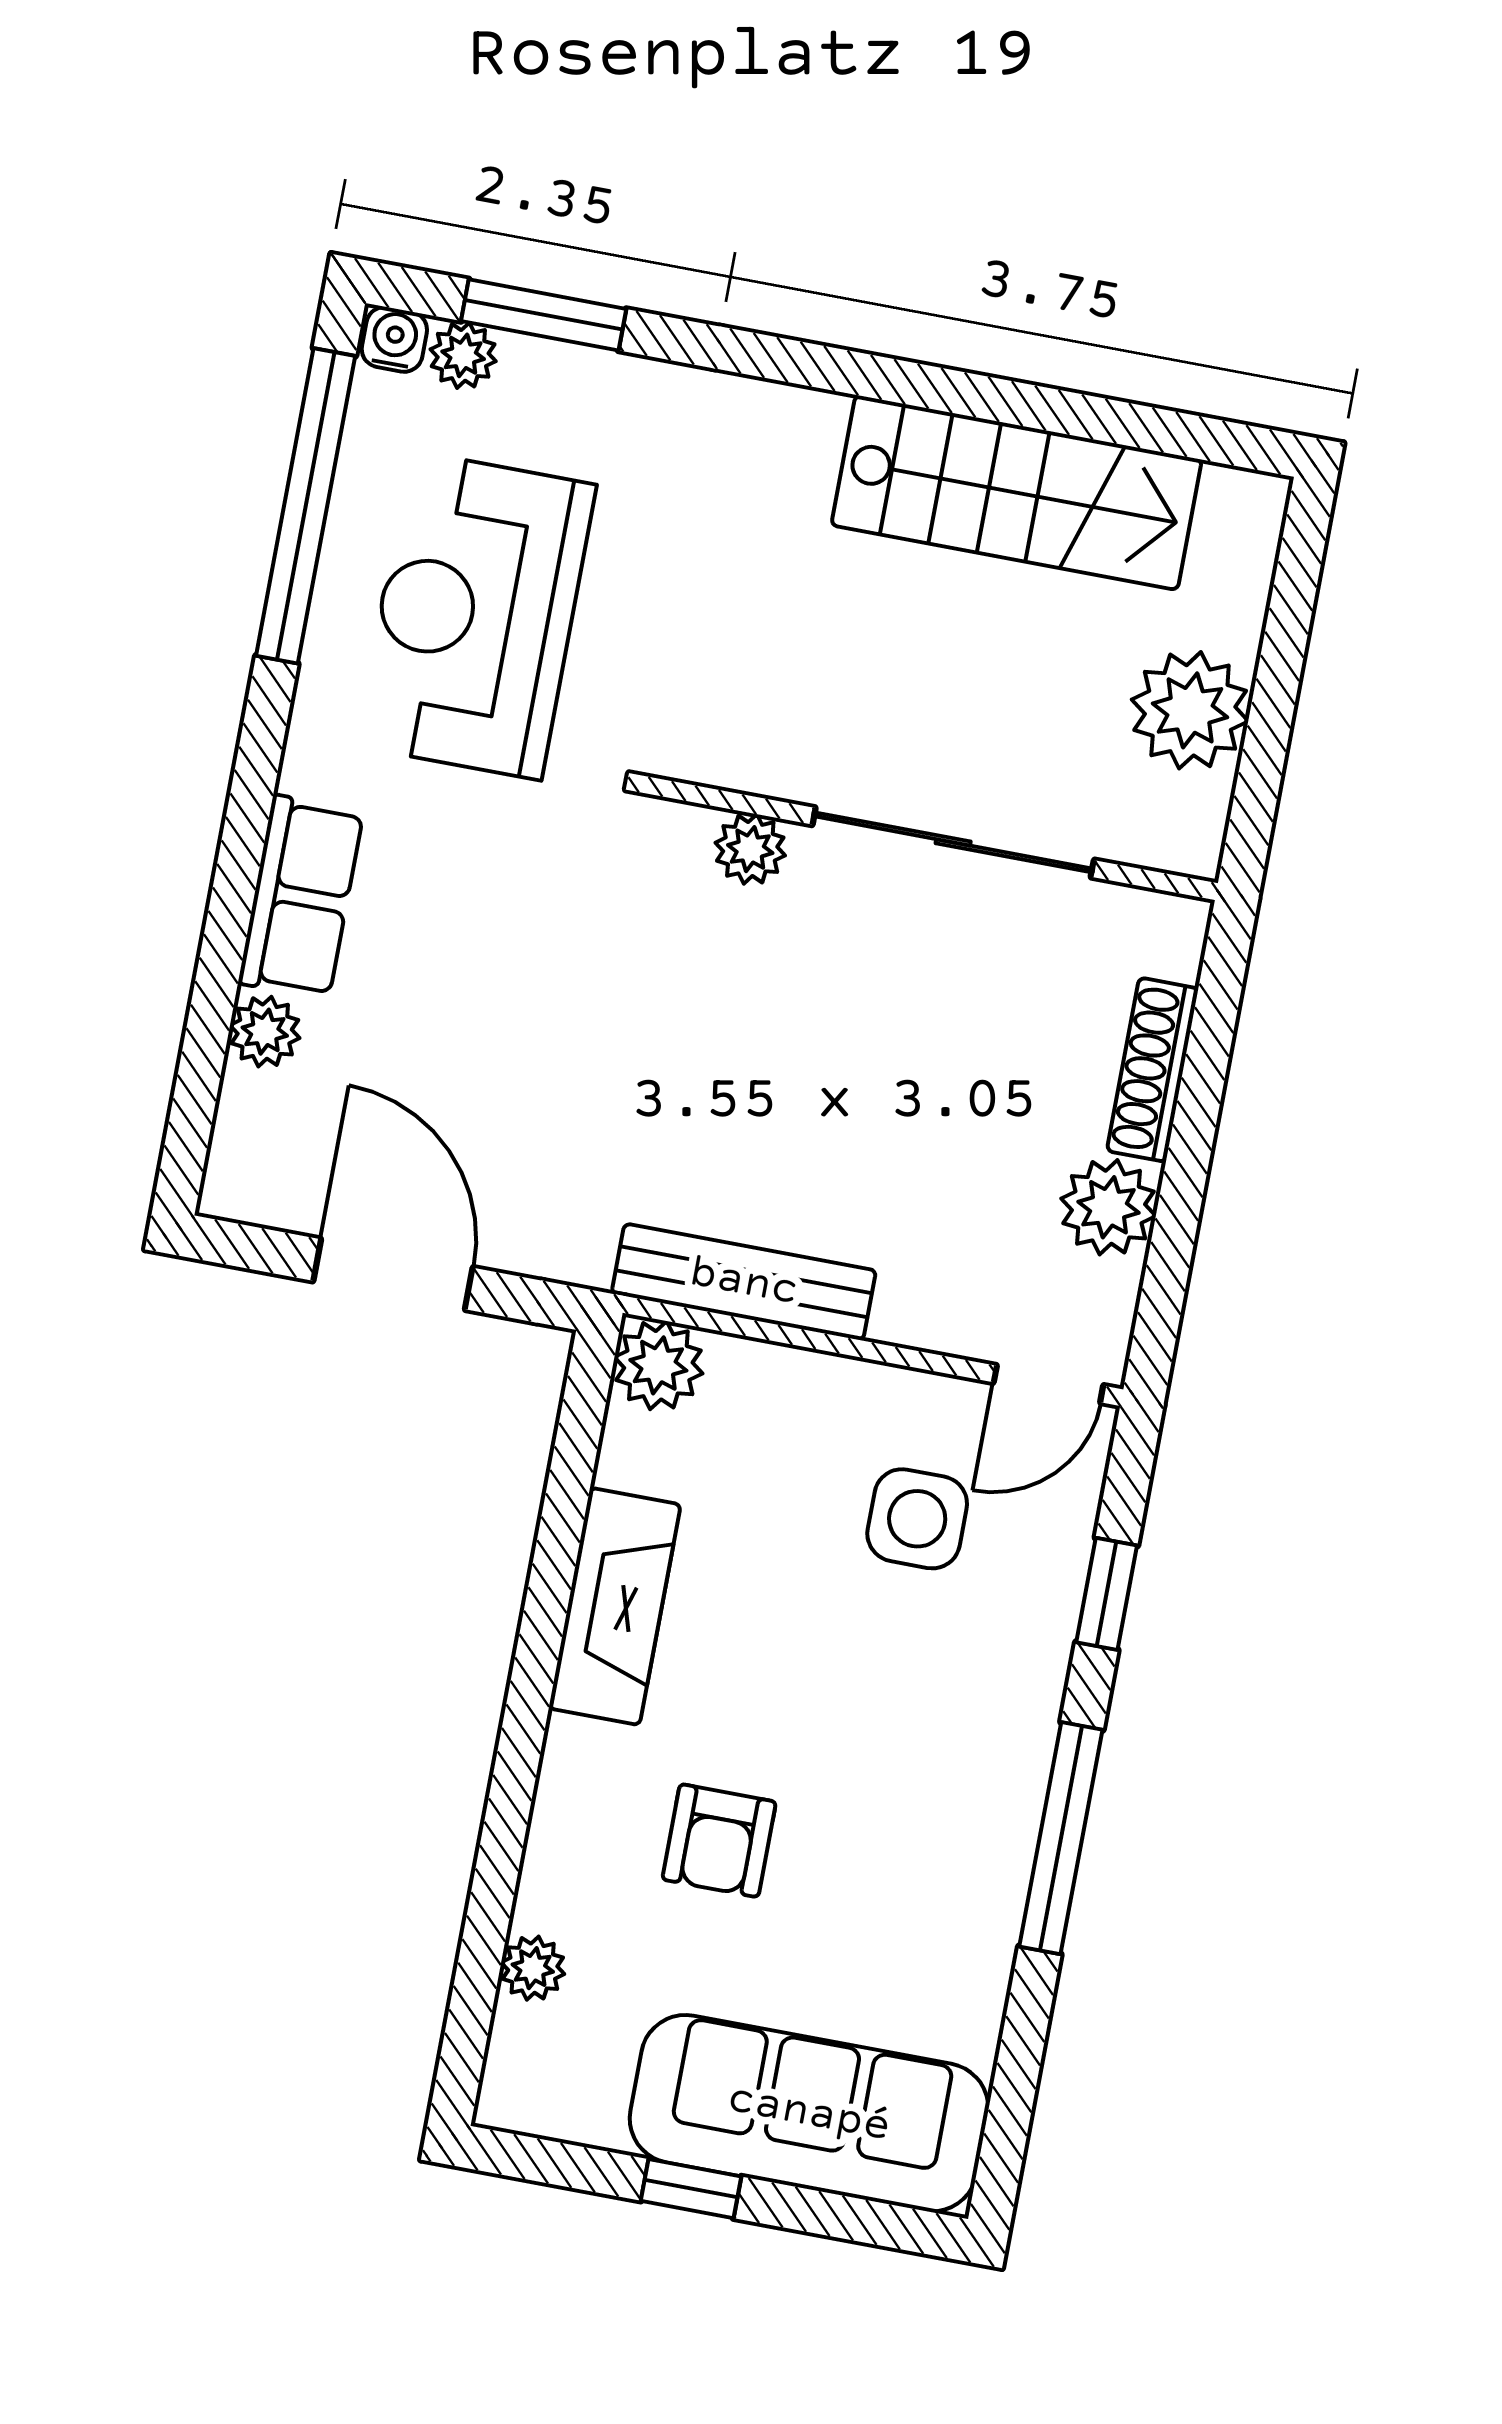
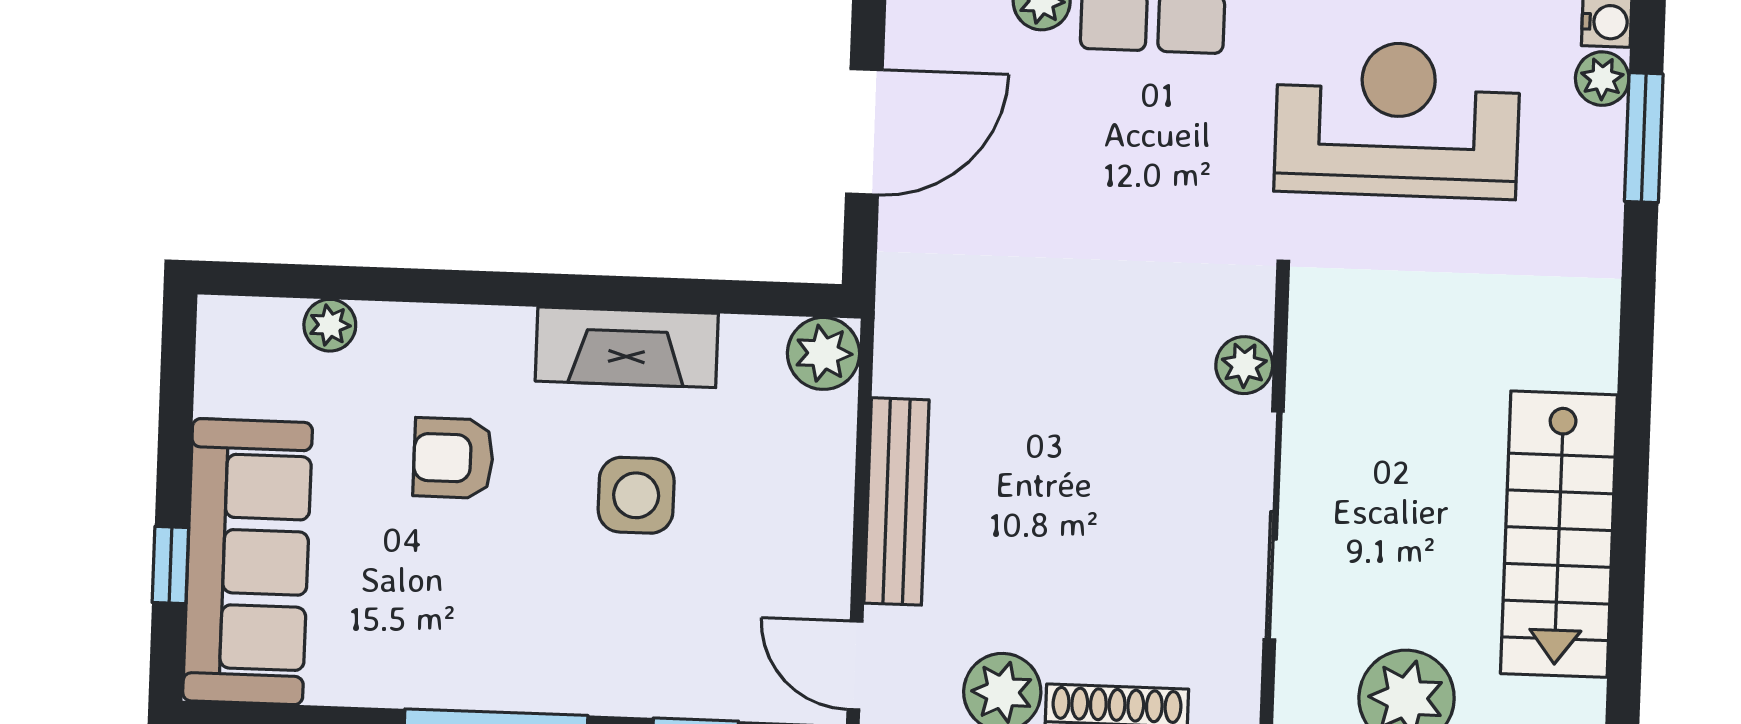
bench: (744, 1282) -> (896, 501), moved
side table: (917, 1519) -> (636, 495), moved
window: (691, 2189) -> (170, 565), moved

